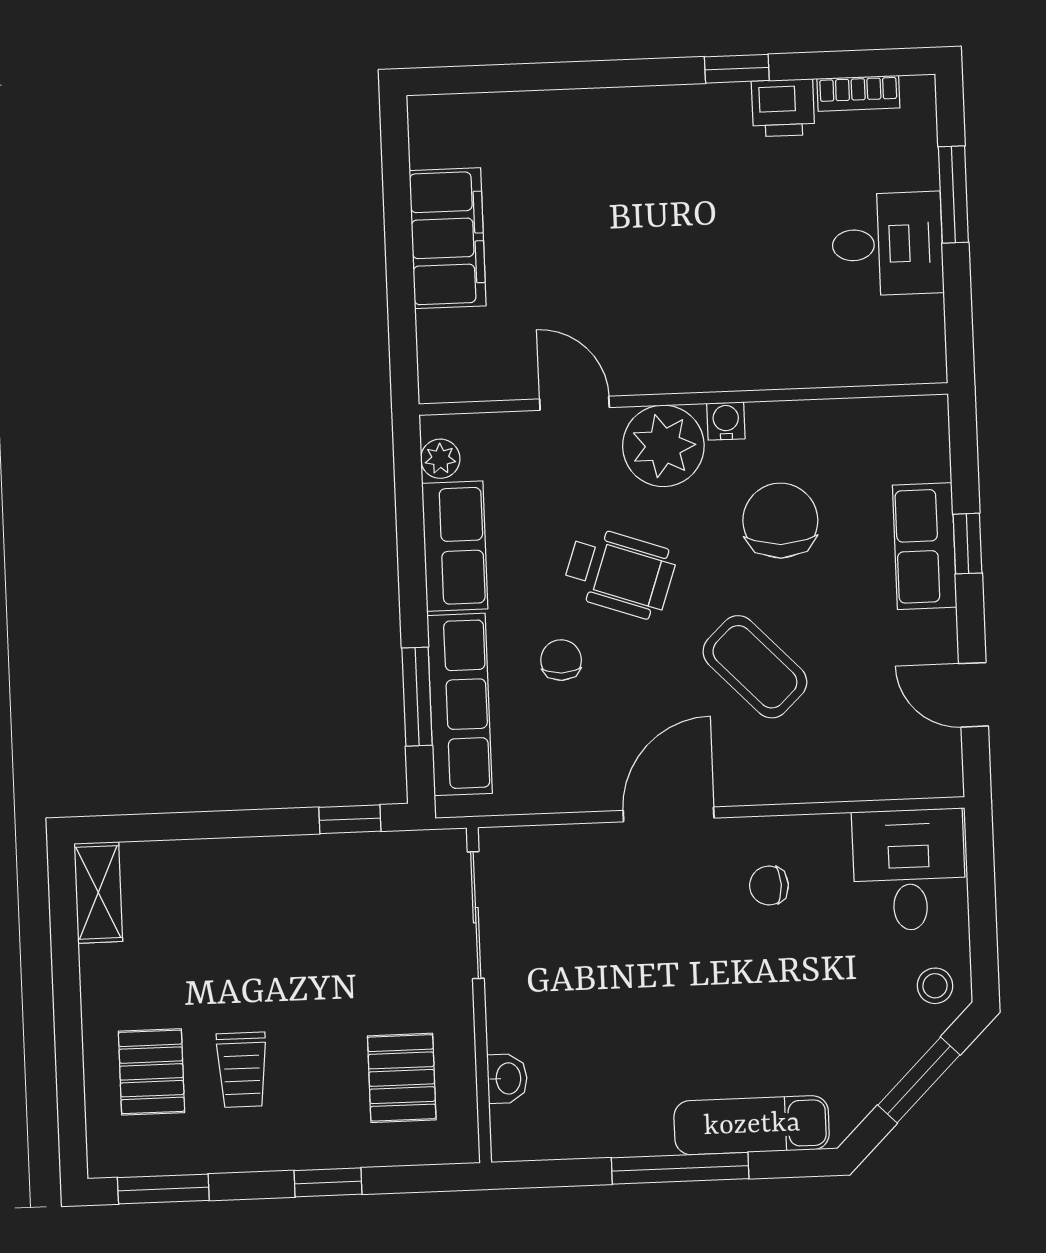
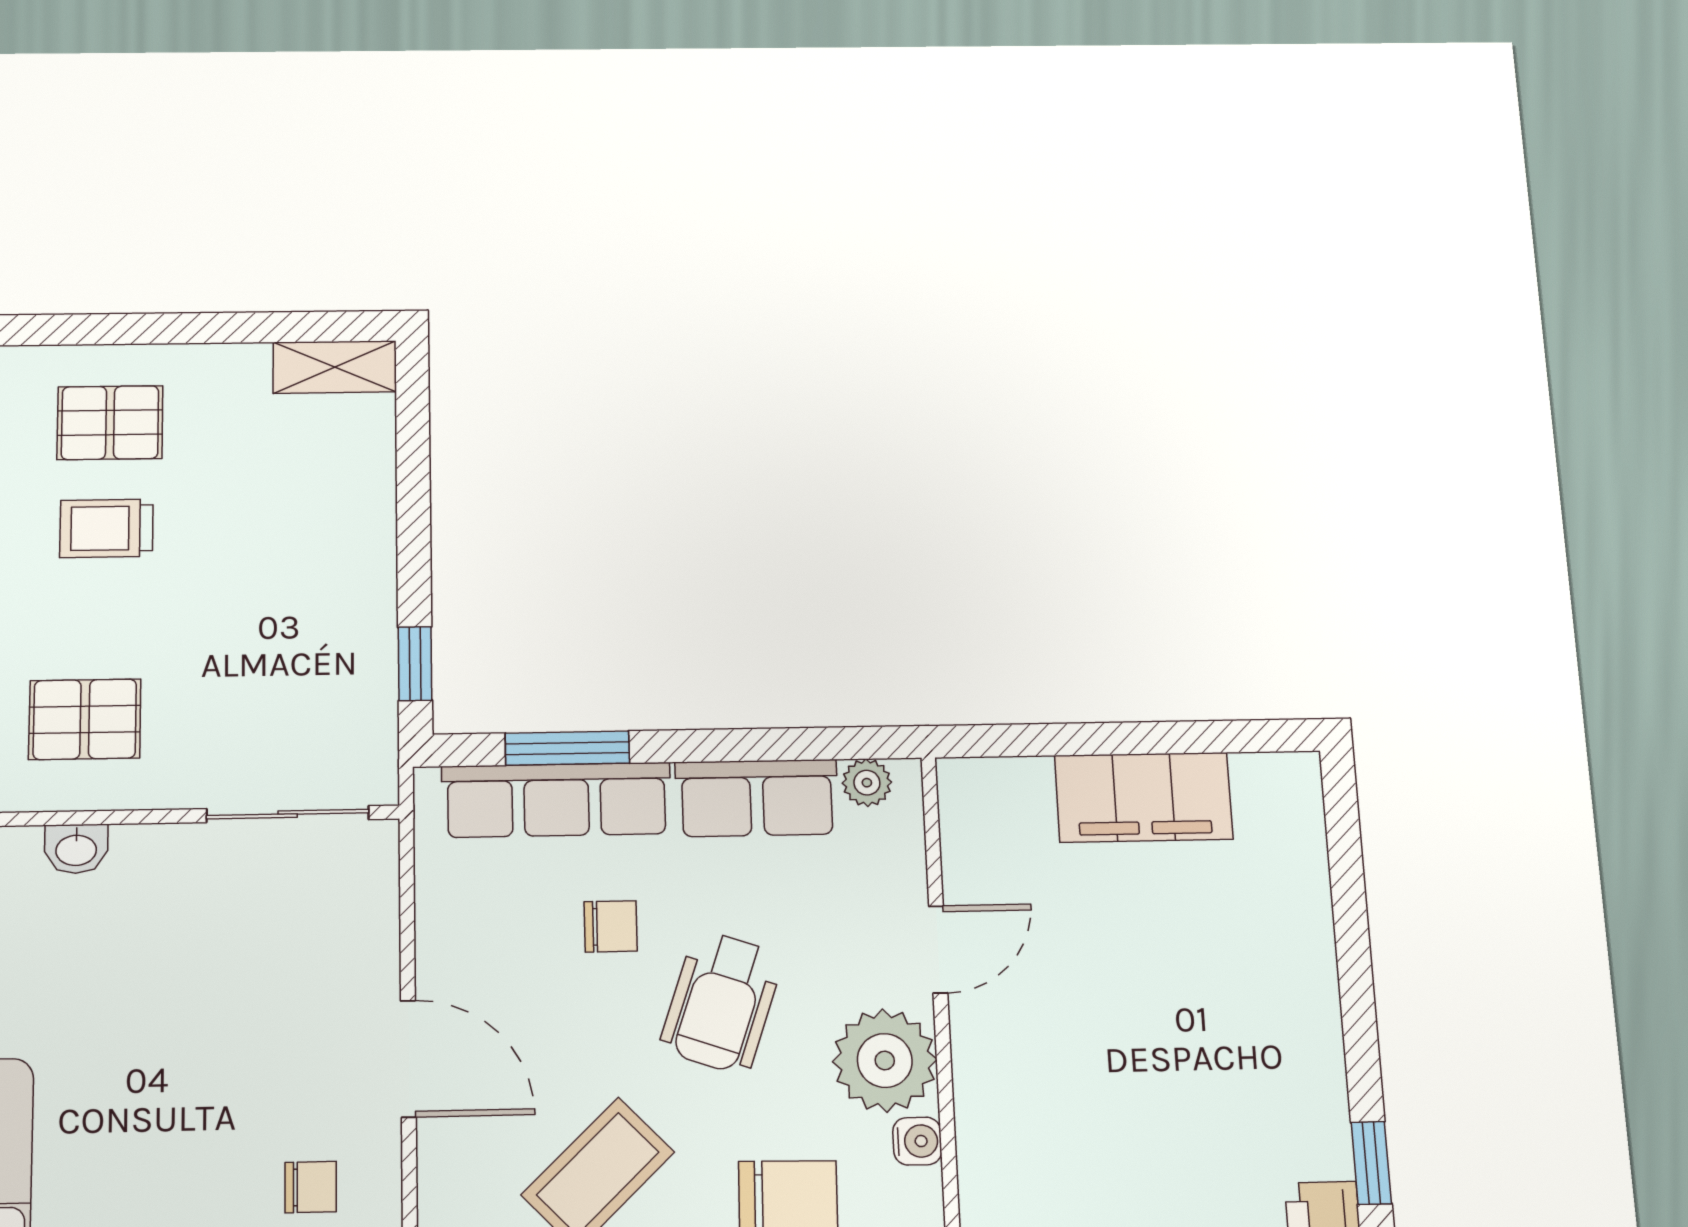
chair: (769, 885) -> (311, 1187), turned 91

